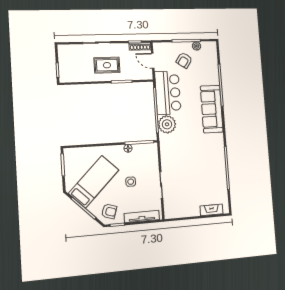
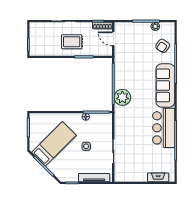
armchair: (184, 60) -> (163, 46), moved
bar counter: (168, 93) -> (164, 128), moved, turned 180
armchair: (109, 211) -> (66, 171), removed

